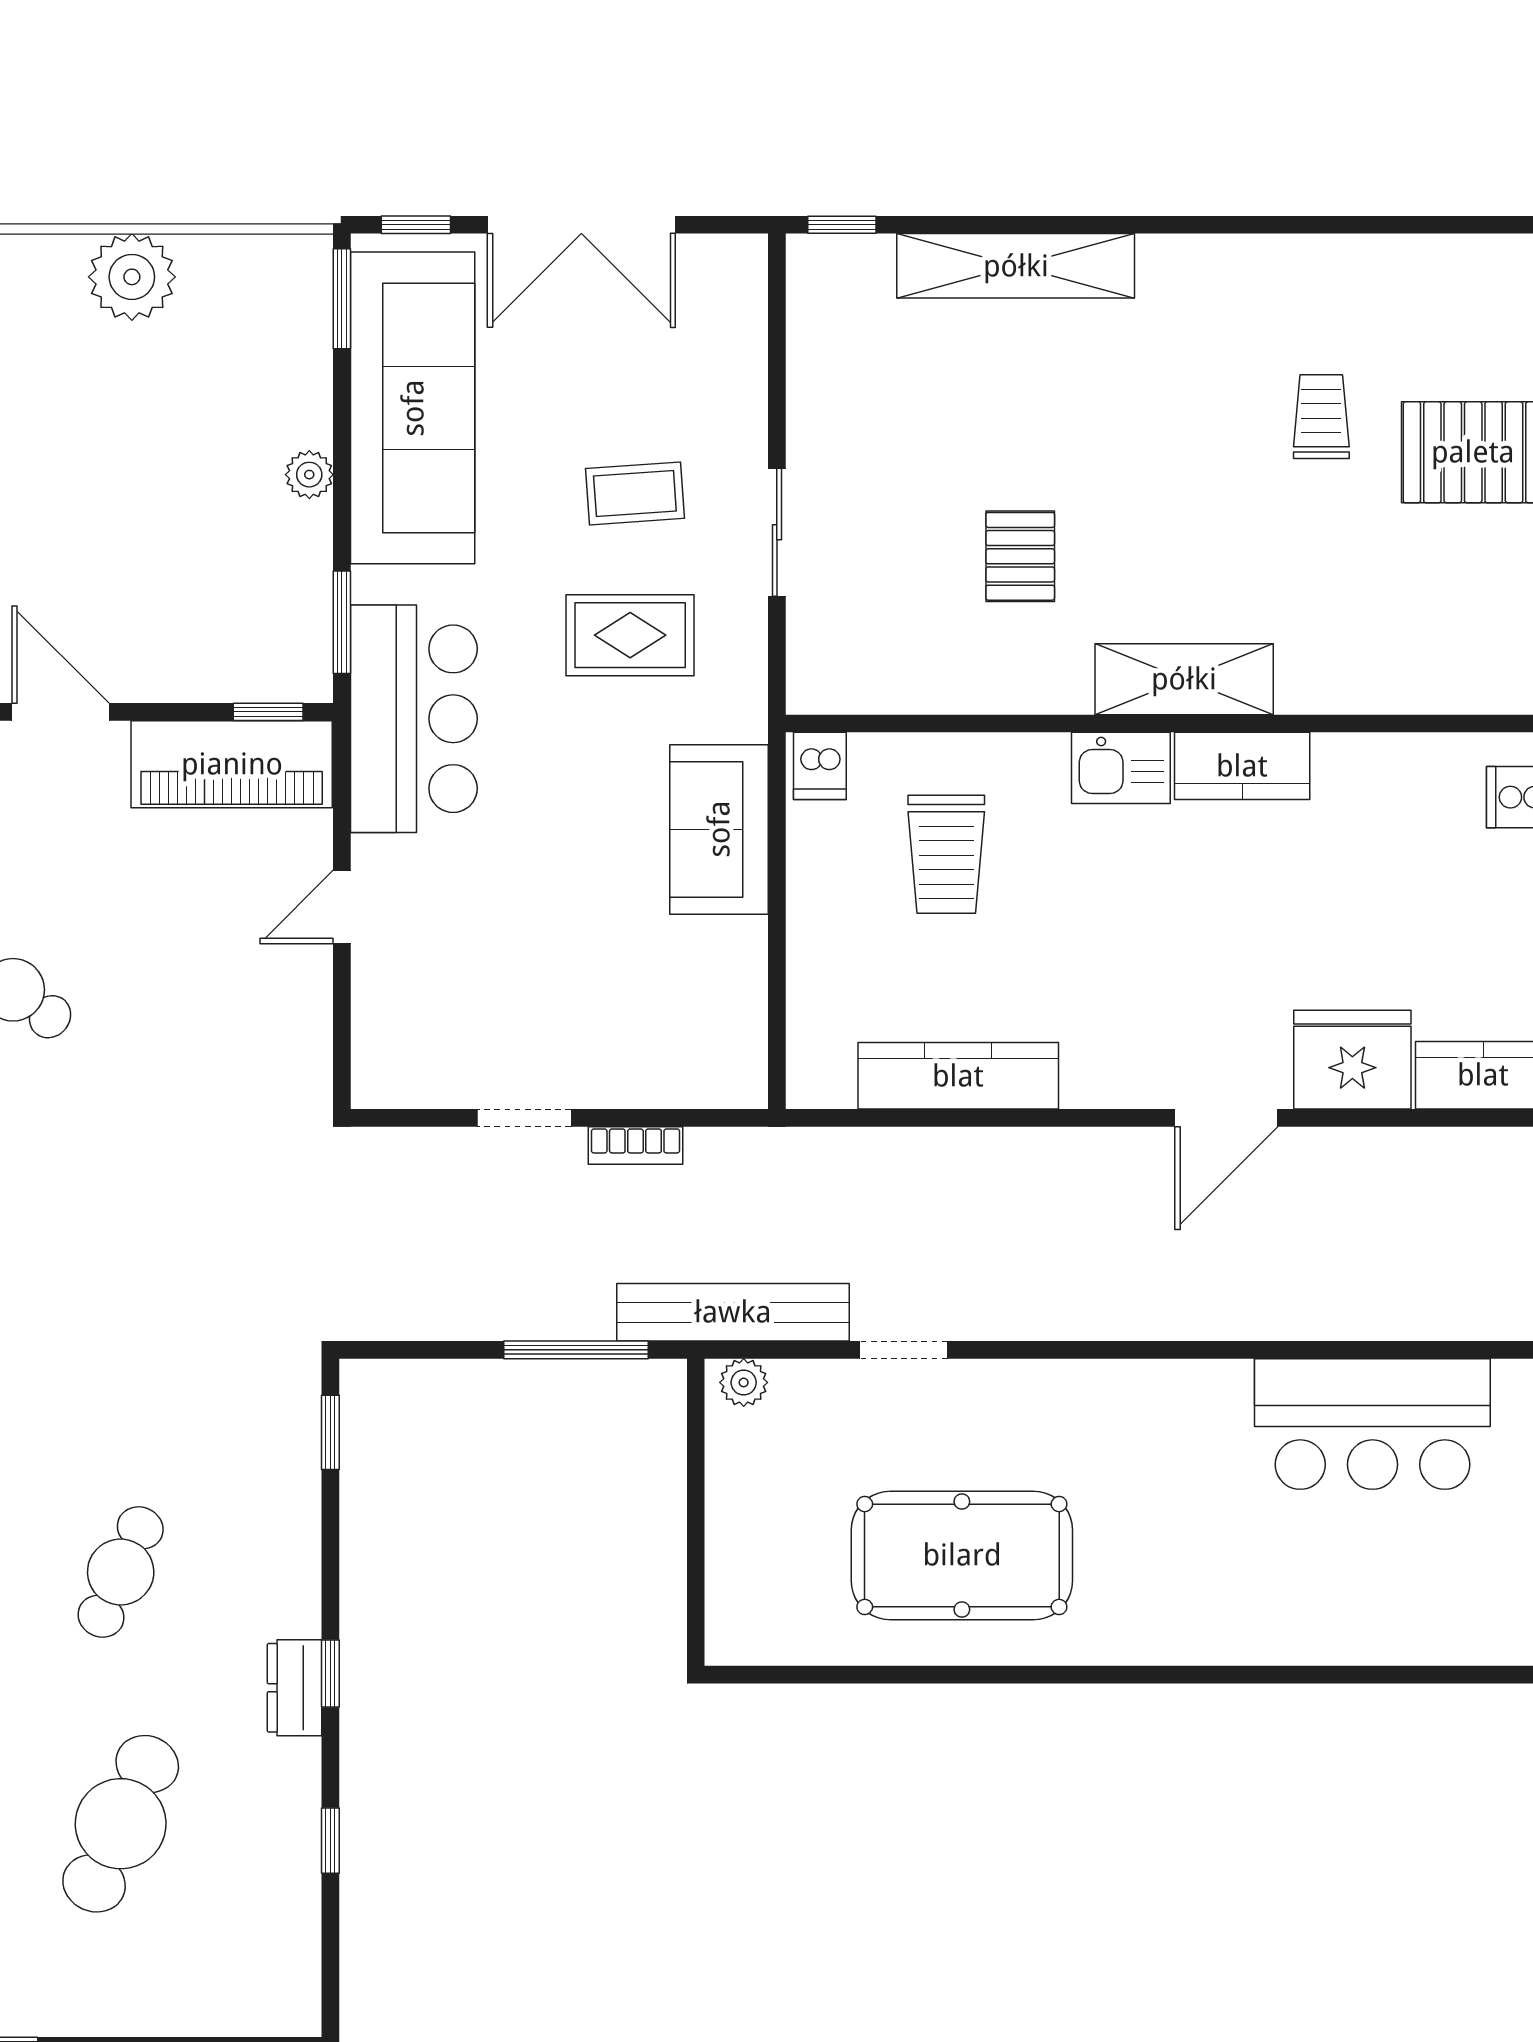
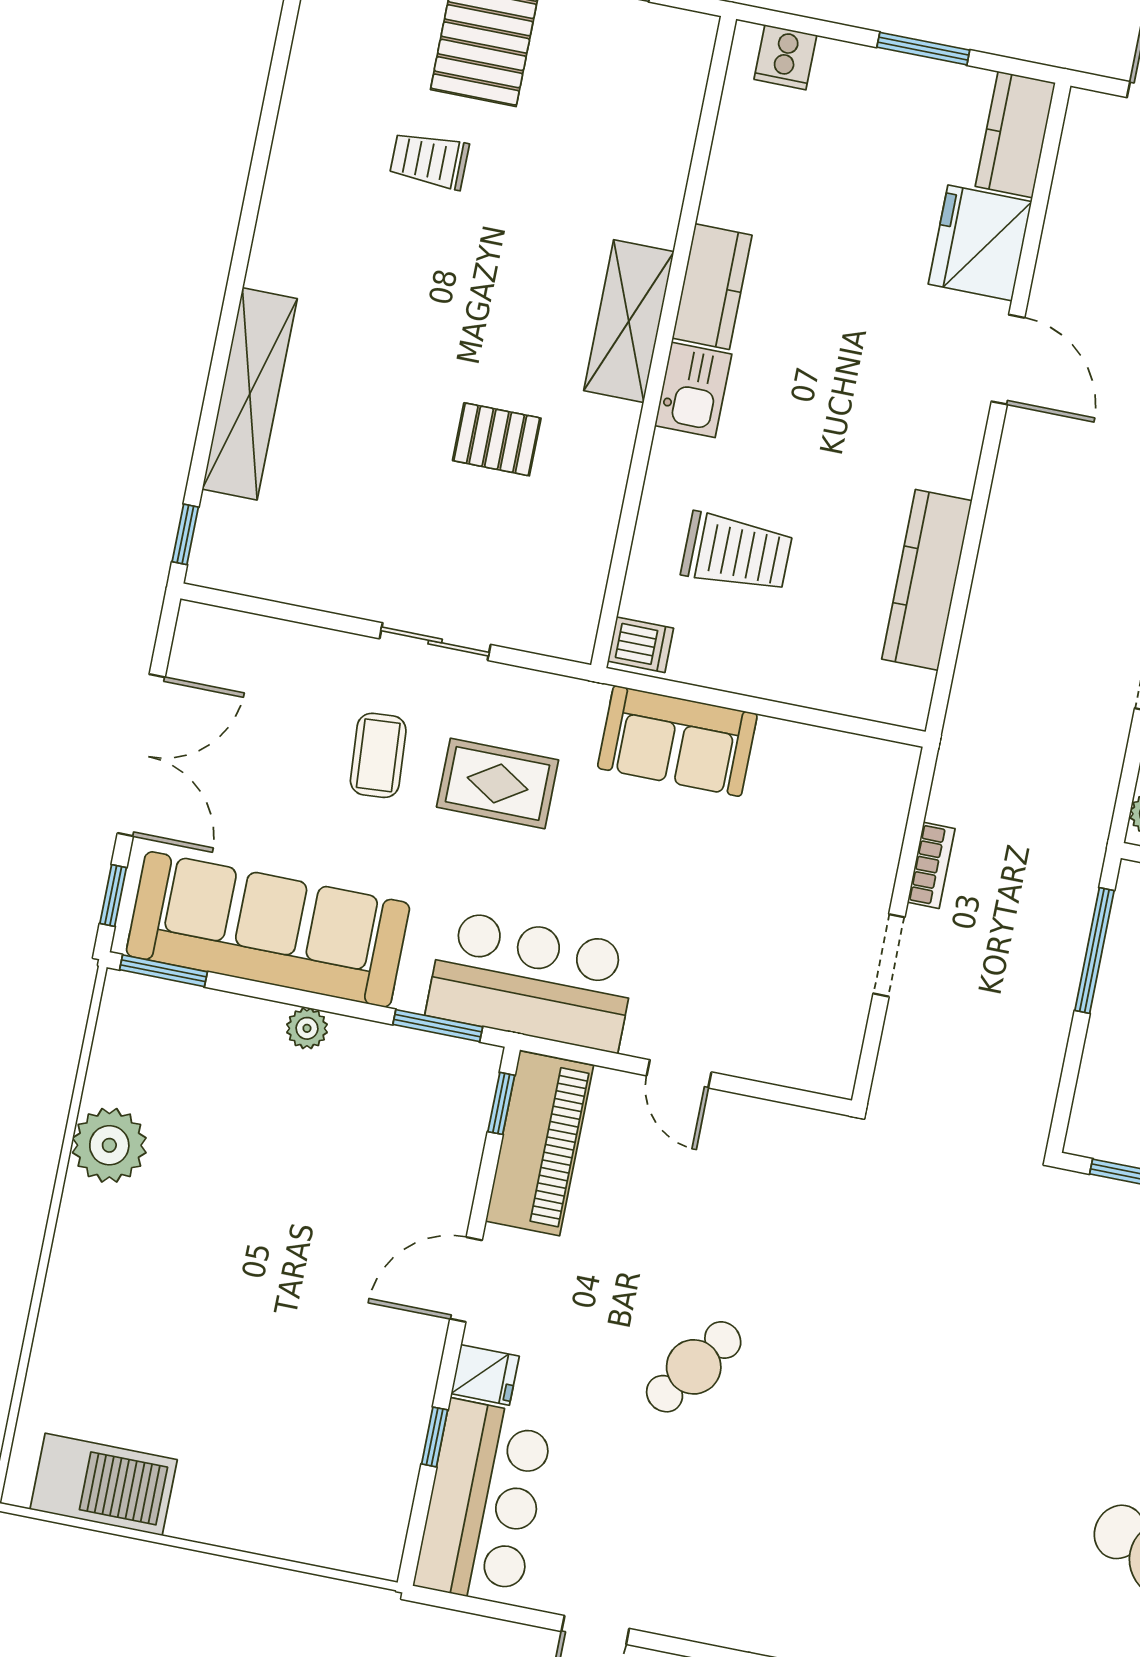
rug: (630, 635) -> (498, 783), turned 90
bench: (733, 1312) -> (1089, 811), removed

